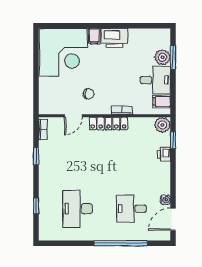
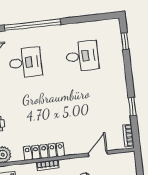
locker: (108, 124) -> (44, 151), moved
window: (36, 206) -> (125, 41), moved
desk: (78, 209) -> (82, 56), width x0.73

